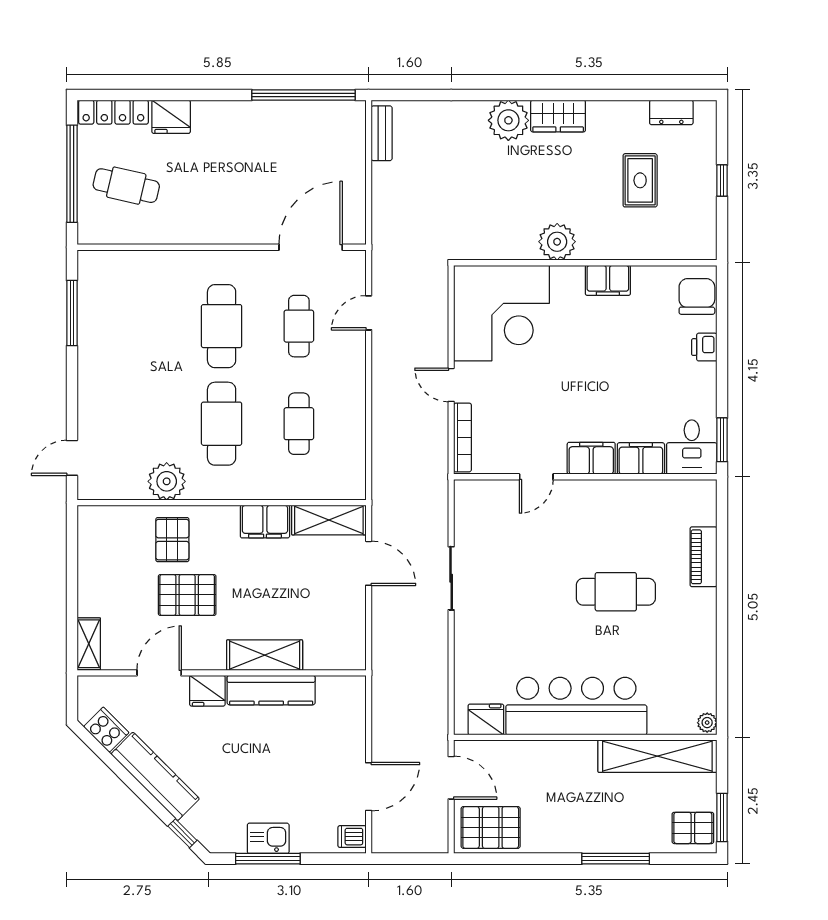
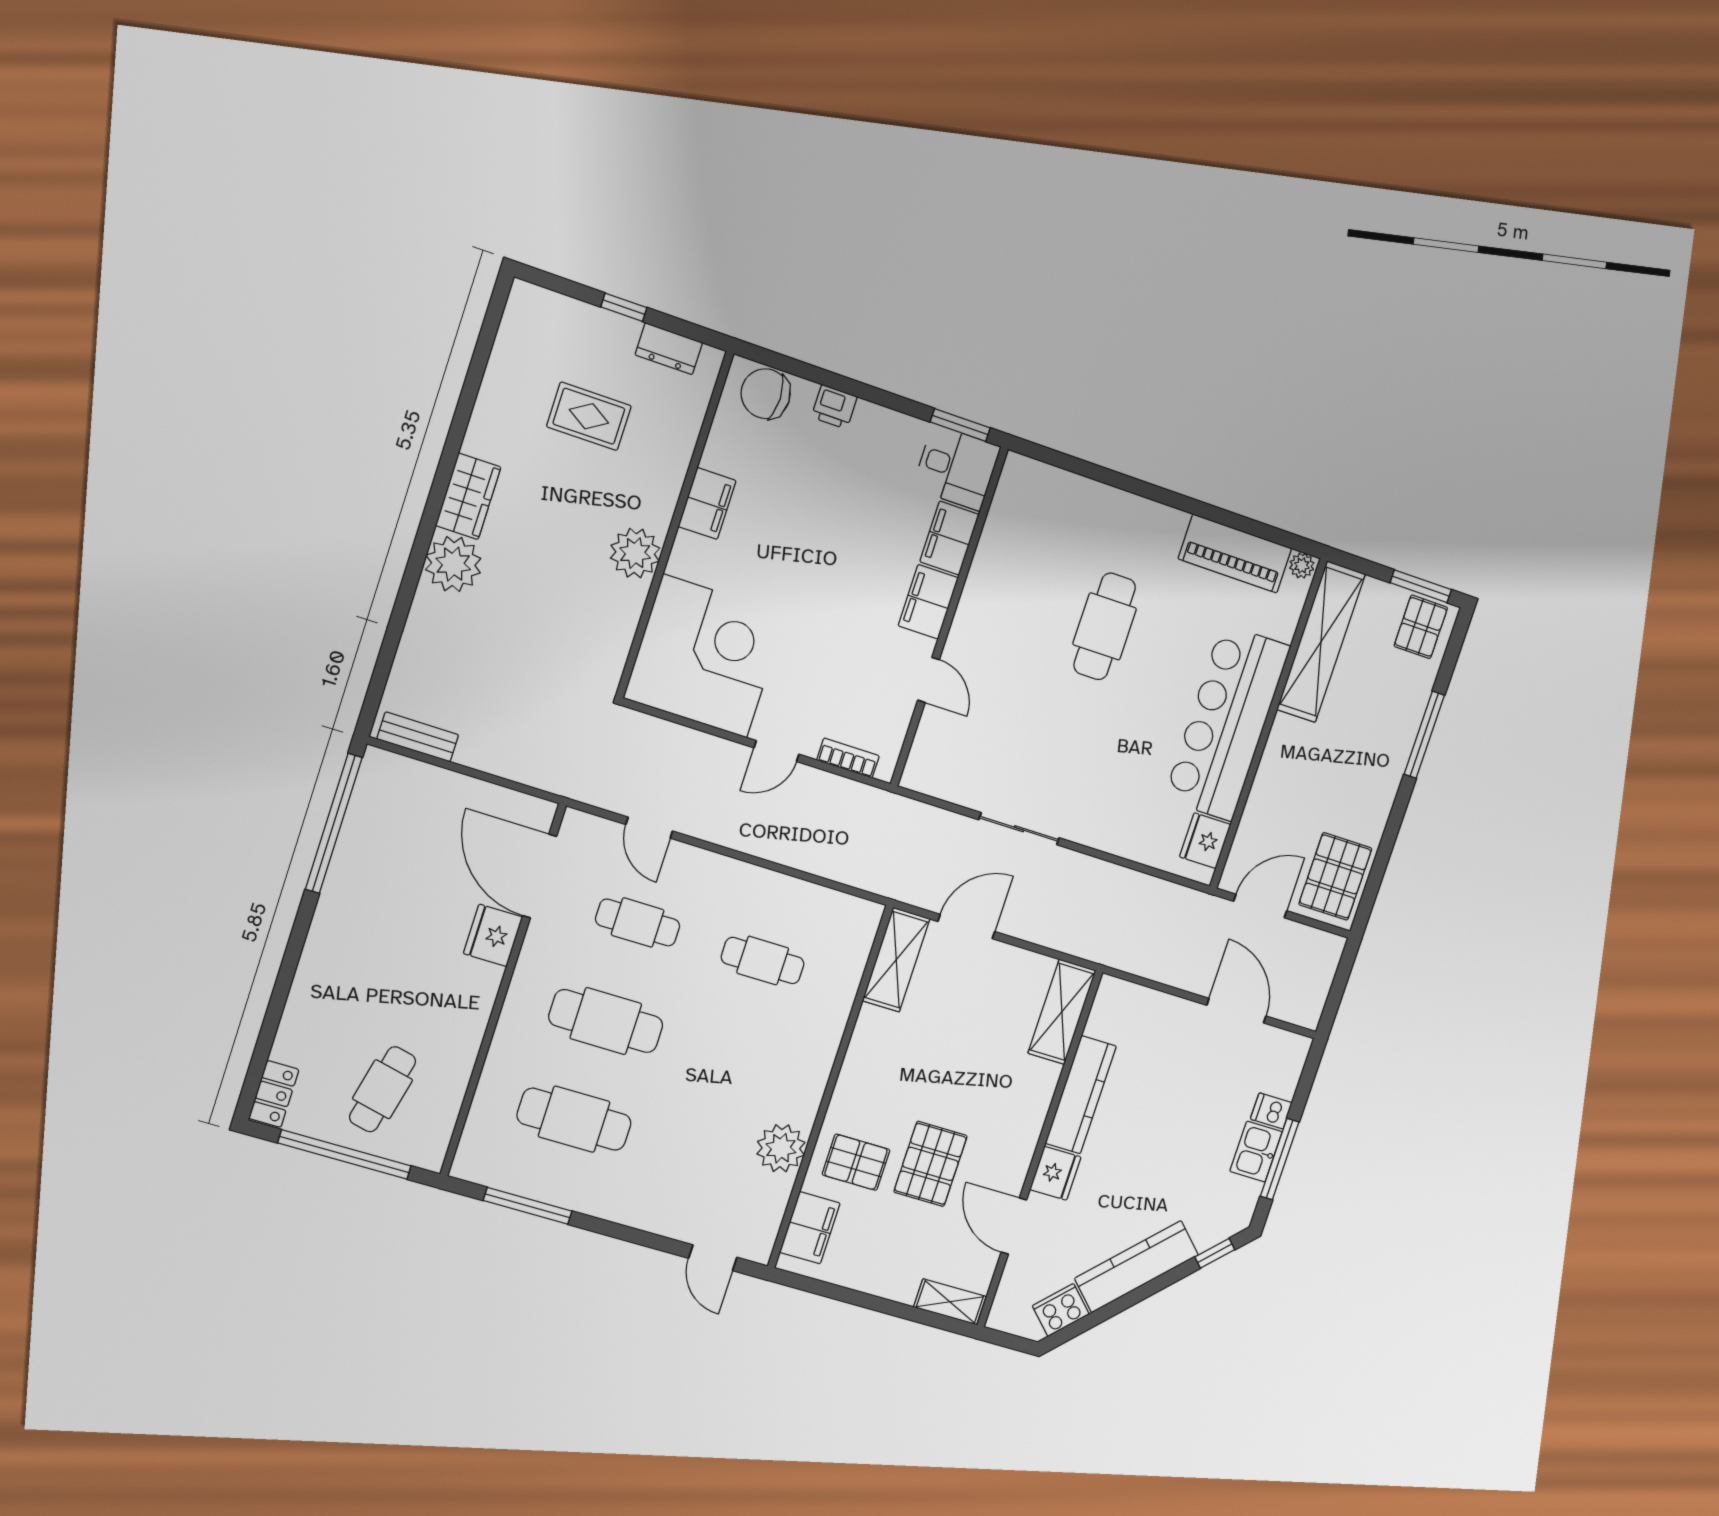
locker: (113, 112) -> (274, 1094), width x0.66
dresser: (671, 112) -> (669, 349), moved, turned 90
fridge: (171, 117) -> (493, 935), moved, turned 180
cafe table: (222, 424) -> (574, 1119), moved
bookcase: (463, 437) -> (848, 758), width x0.64
filing cabinet: (265, 522) -> (810, 1228), moved
piano: (704, 557) -> (1235, 554), moved, width x1.37, depth x1.33
shelving: (265, 655) -> (1062, 1012), moved
dishwasher: (352, 837) -> (1271, 1111), moved, turned 90

